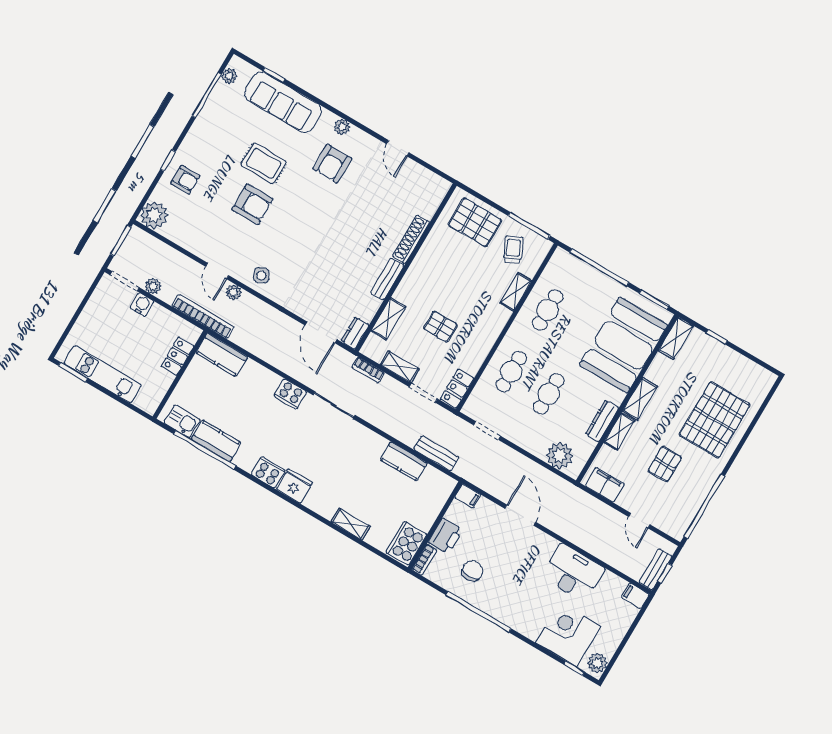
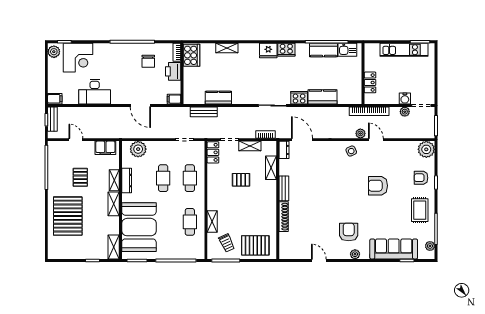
rug: (264, 163) -> (420, 210), moved, turned 90
kitchen counter: (222, 355) -> (323, 97), moved

